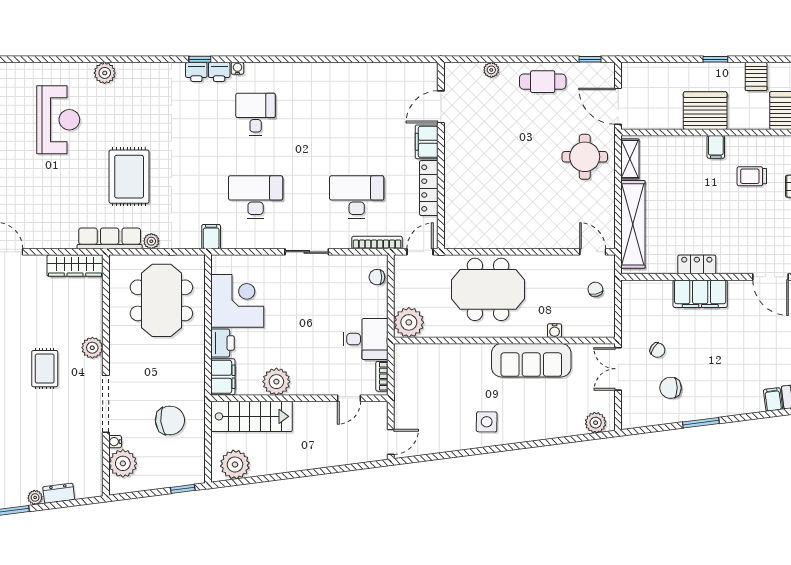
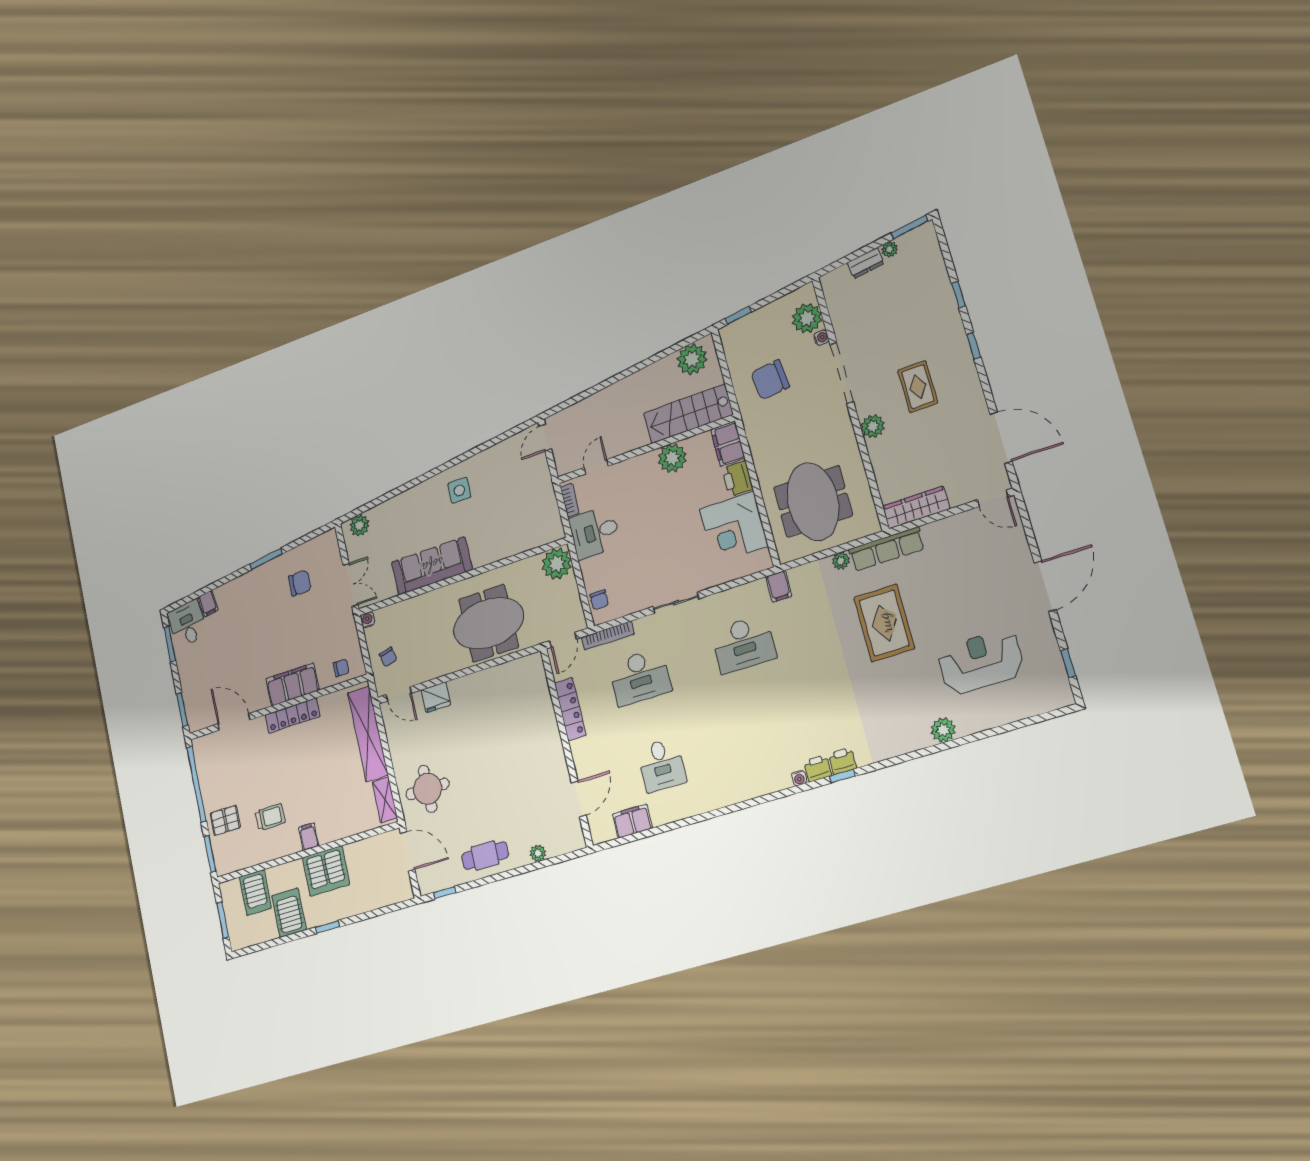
server rack: (756, 76) -> (289, 913), width x1.36, depth x1.44
desk: (256, 114) -> (662, 765), moved
reception desk: (58, 120) -> (981, 662), turned 90
filing cabinet: (427, 142) -> (632, 821), moved, turned -90
fridge: (556, 238) -> (436, 697), added
locker: (697, 264) -> (293, 715), width x1.53
chair: (377, 277) -> (599, 600), turned 90
water cooler: (555, 331) -> (368, 620), moved
chair: (657, 350) -> (341, 668), moved, turned 147

